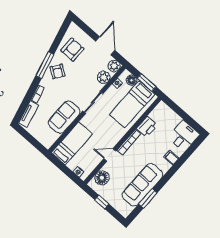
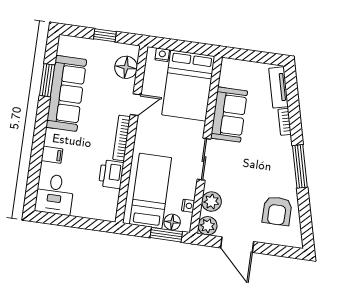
armchair: (57, 71) -> (278, 169), removed
window: (147, 82) -> (166, 235), moved
bed: (72, 143) -> (188, 86), width x1.50

